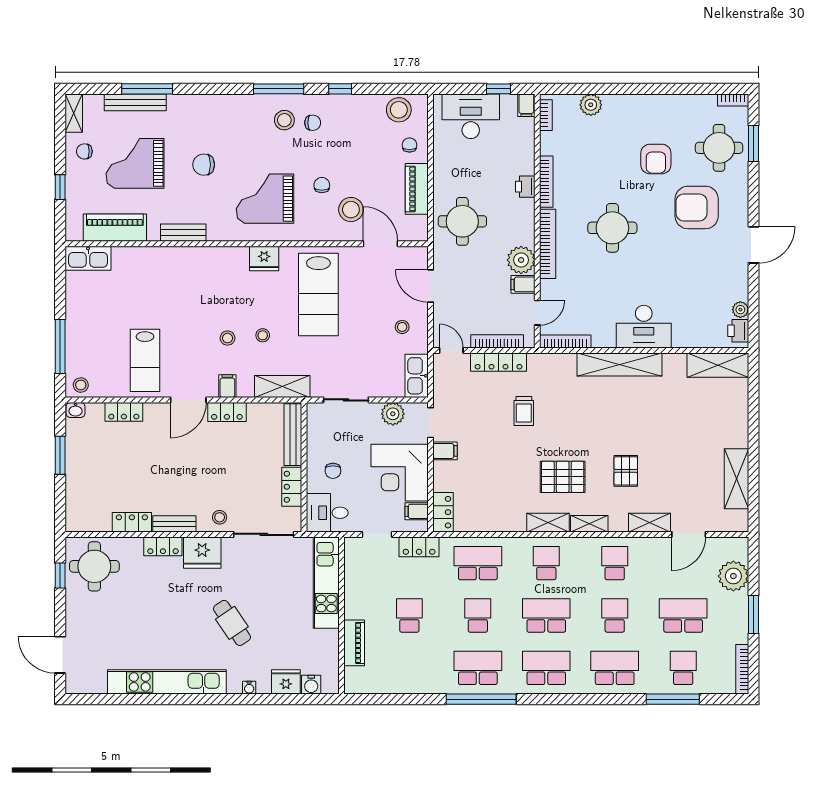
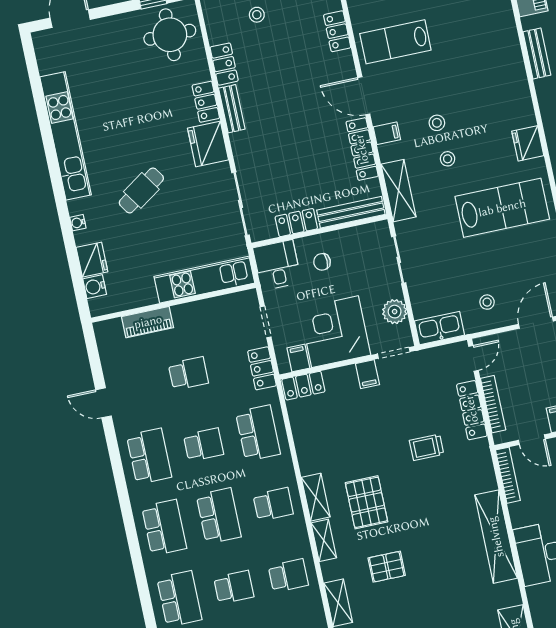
lab bench: (318, 295) -> (502, 208), turned 180
locker: (227, 412) -> (362, 149), width x1.53
stool: (220, 517) -> (257, 15), moved
door: (420, 699) -> (104, 403), added
window: (481, 699) -> (117, 467), removed

